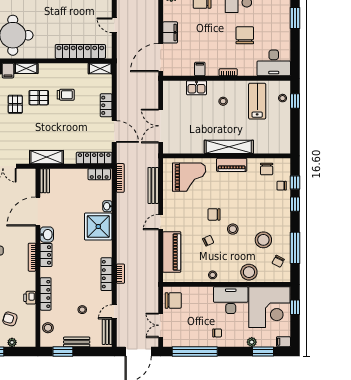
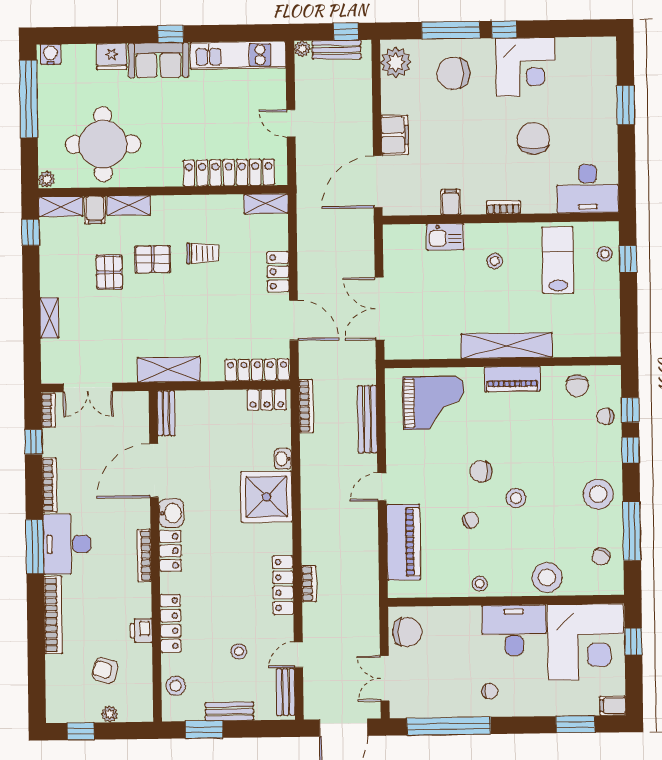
stool: (263, 240) -> (598, 494), moved
plant: (252, 342) -> (554, 707), removed

